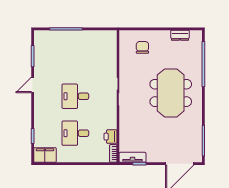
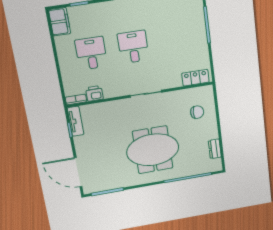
locker: (111, 45) -> (195, 78), added

